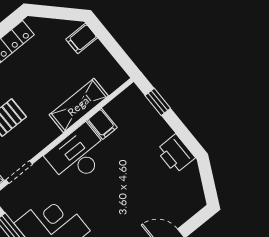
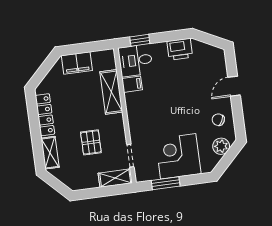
filing cabinet: (82, 38) -> (77, 63), width x2.00
desk: (78, 155) -> (135, 60), moved, width x0.73

